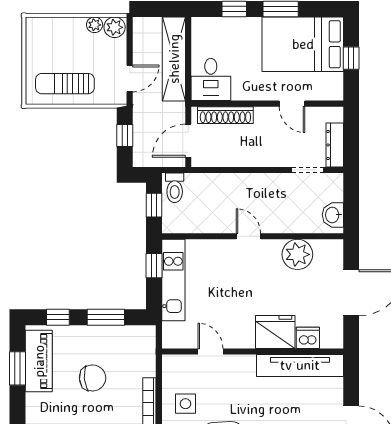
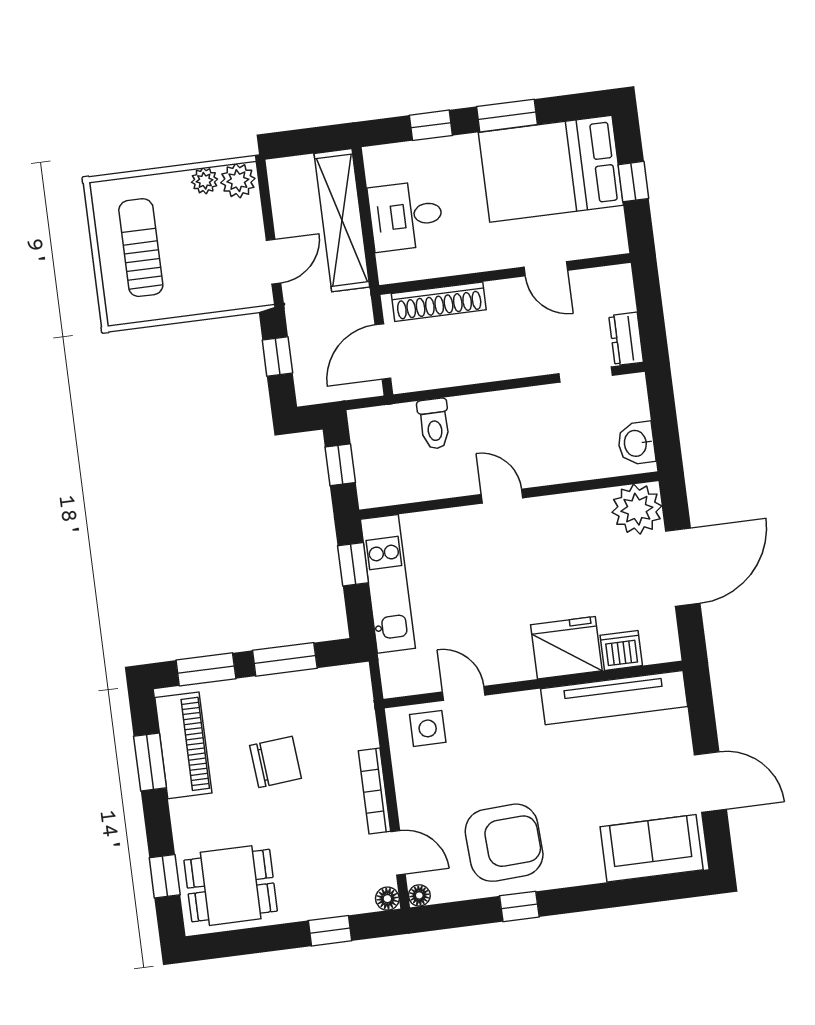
desk: (211, 79) -> (406, 216), moved, turned 90
sun lounger: (65, 84) -> (141, 248), moved, turned 90
dresser: (335, 145) -> (626, 339), width x0.70
toilet: (175, 188) -> (434, 424), moved
plant: (297, 254) -> (637, 509), moved
window: (58, 317) -> (206, 669), width x1.50
side table: (185, 404) -> (428, 728), moved

